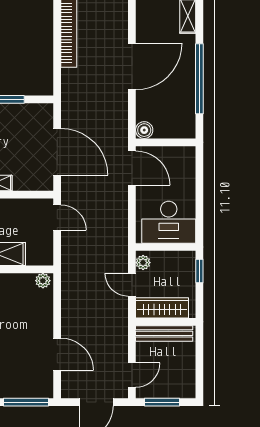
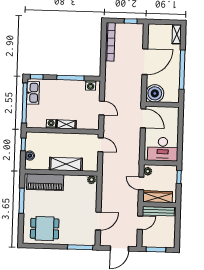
washing machine: (36, 112) -> (91, 85), added
boiler: (144, 130) -> (155, 93), width x1.86, depth x1.86
door: (57, 152) -> (102, 108), width x0.53
door: (57, 354) -> (98, 221), hinge flipped
door: (132, 375) -> (140, 223), moved

